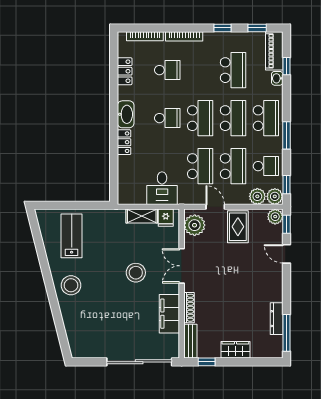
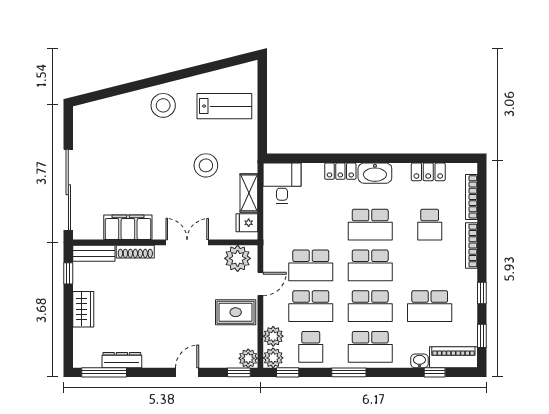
school desk: (167, 118) -> (370, 225), width x1.85
desk: (162, 188) -> (282, 183), moved, turned 90
door: (287, 254) -> (187, 372), moved
stool: (136, 273) -> (206, 165), moved

